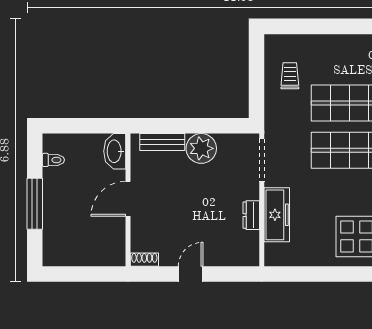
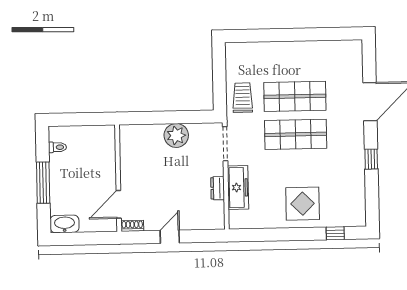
trolley: (290, 76) -> (243, 98), moved, width x1.36, depth x1.39
bench: (162, 142) -> (145, 131), removed
washbasin: (115, 151) -> (65, 224), moved, turned 90
door: (128, 199) -> (119, 204), moved

